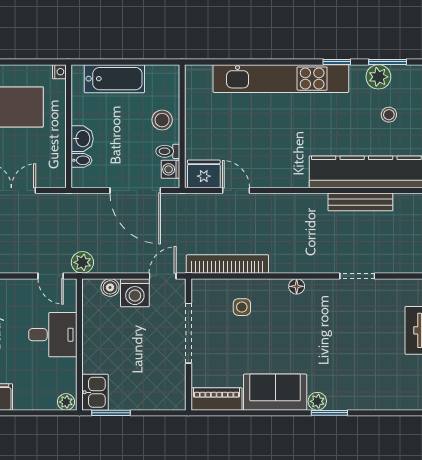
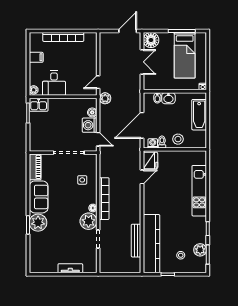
kitchen unit: (281, 79) -> (199, 191), width x0.73
bookcase: (227, 264) -> (104, 199), moved
plant: (323, 295) -> (88, 221), added
desk: (53, 335) -> (54, 83), moved
plant: (317, 401) -> (38, 223), width x1.87, depth x1.87

